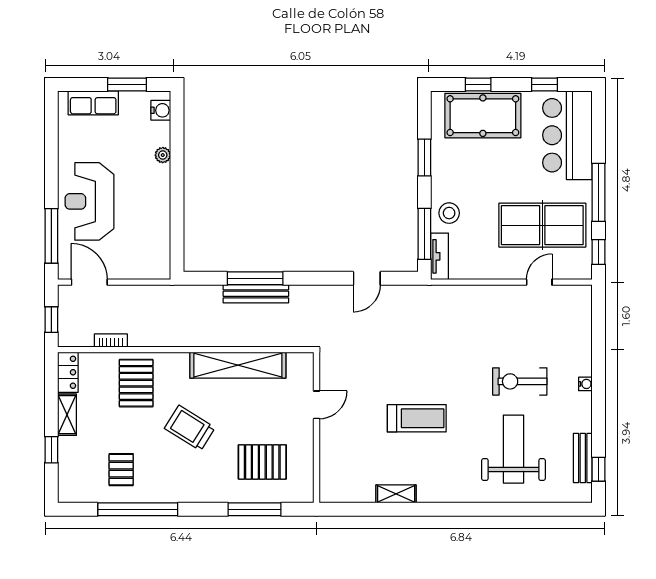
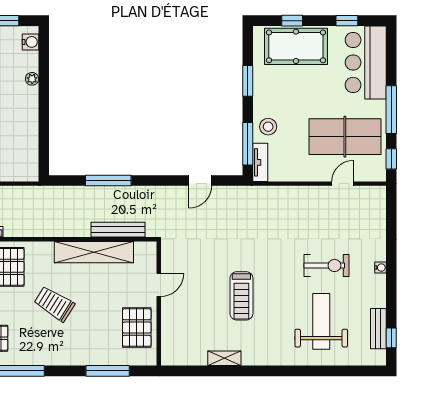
bench: (256, 294) -> (118, 230), moved
exercise bike: (520, 381) -> (326, 265), turned 180
treadmill: (417, 418) -> (241, 296), turned 90
pallet: (262, 462) -> (137, 328), moved, turned 90

